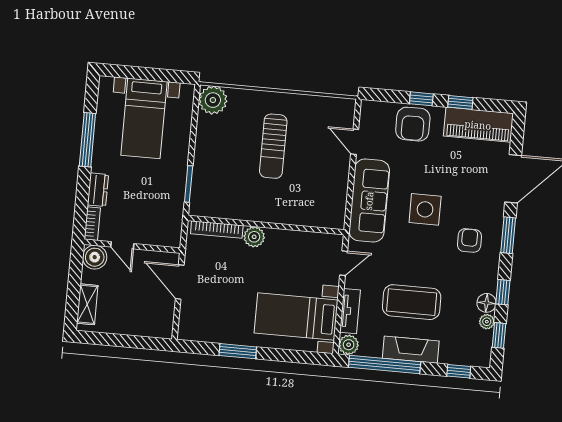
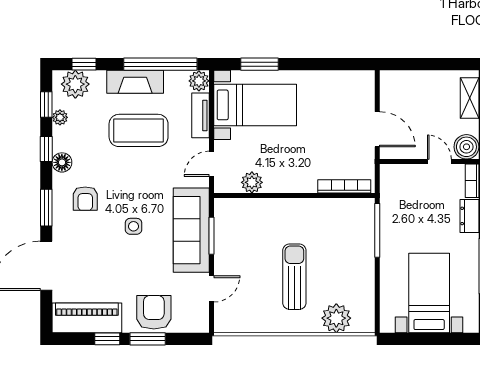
window: (421, 99) -> (148, 339), width x1.50
plant: (213, 100) -> (336, 318), moved
door: (355, 142) -> (212, 289), hinge flipped
window: (189, 184) -> (377, 230), width x1.44
window: (350, 193) -> (212, 236), added
side table: (425, 209) -> (133, 226), width x0.54, depth x0.54
plant: (254, 237) -> (252, 182), moved
floor lamp: (487, 303) -> (62, 162), moved
window: (238, 351) -> (259, 64), moved
plant: (469, 352) -> (75, 84), added

